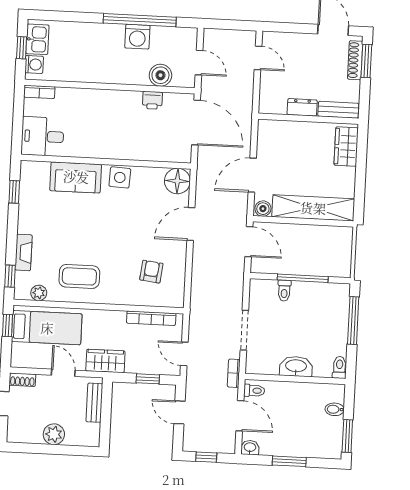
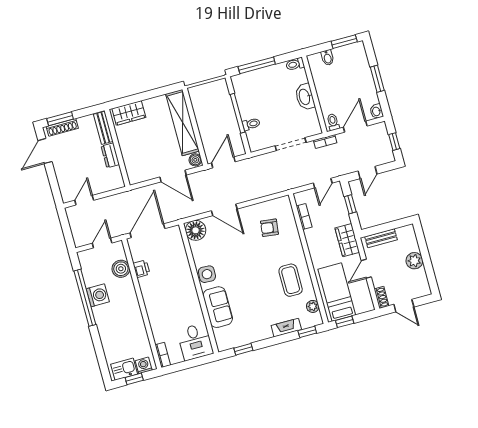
bookcase: (151, 318) -> (304, 216), width x0.64

